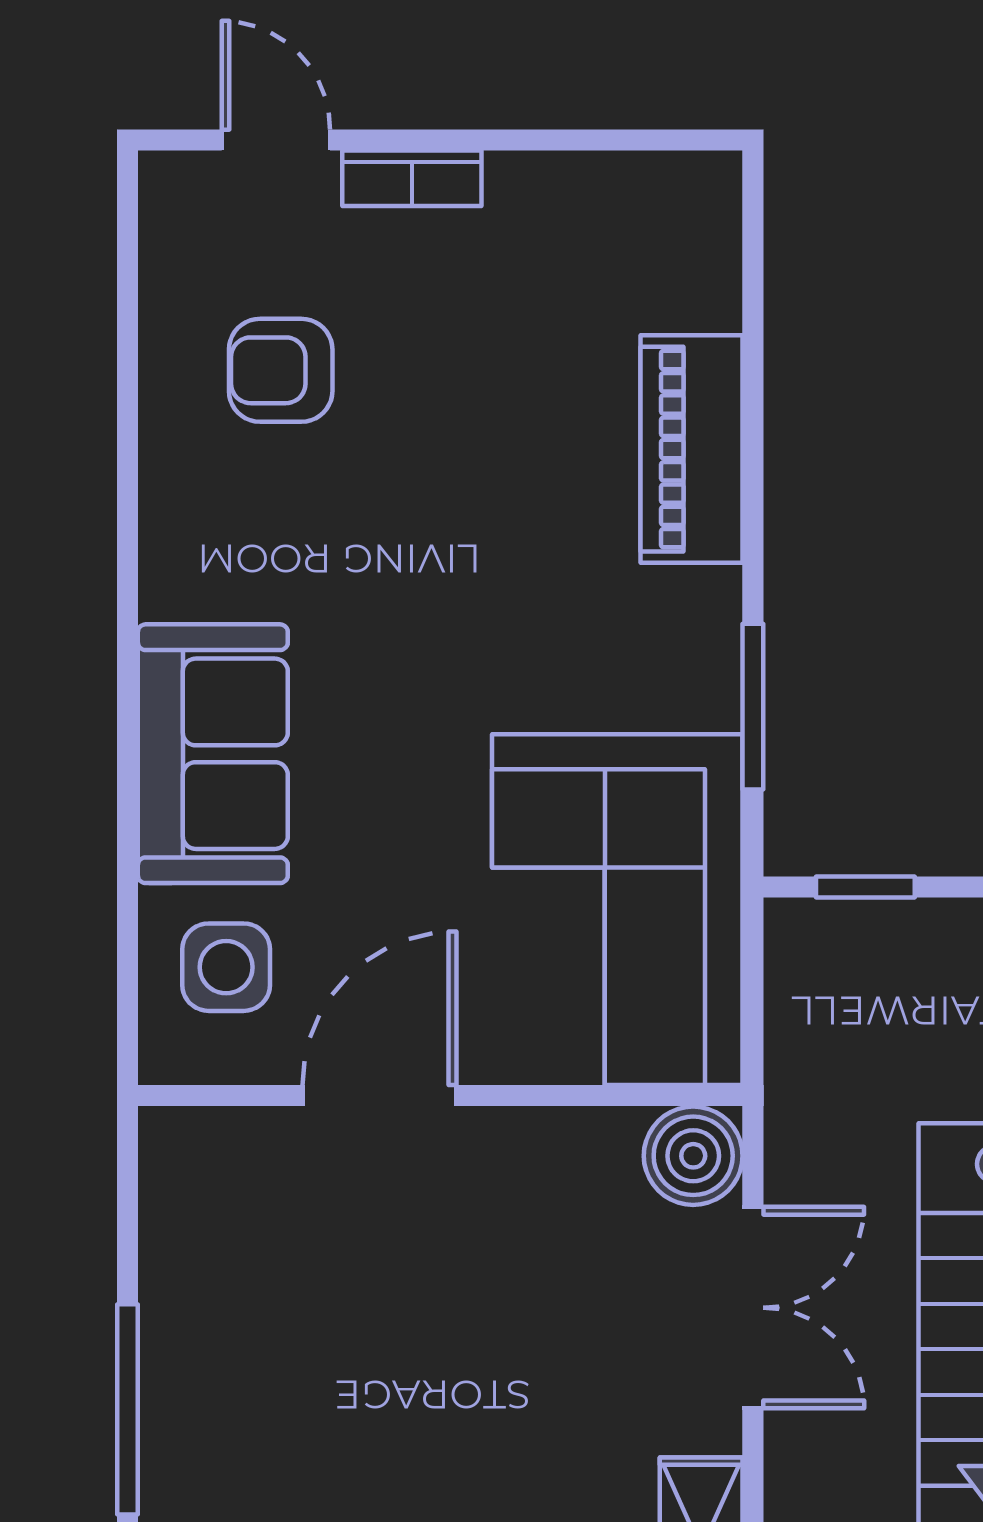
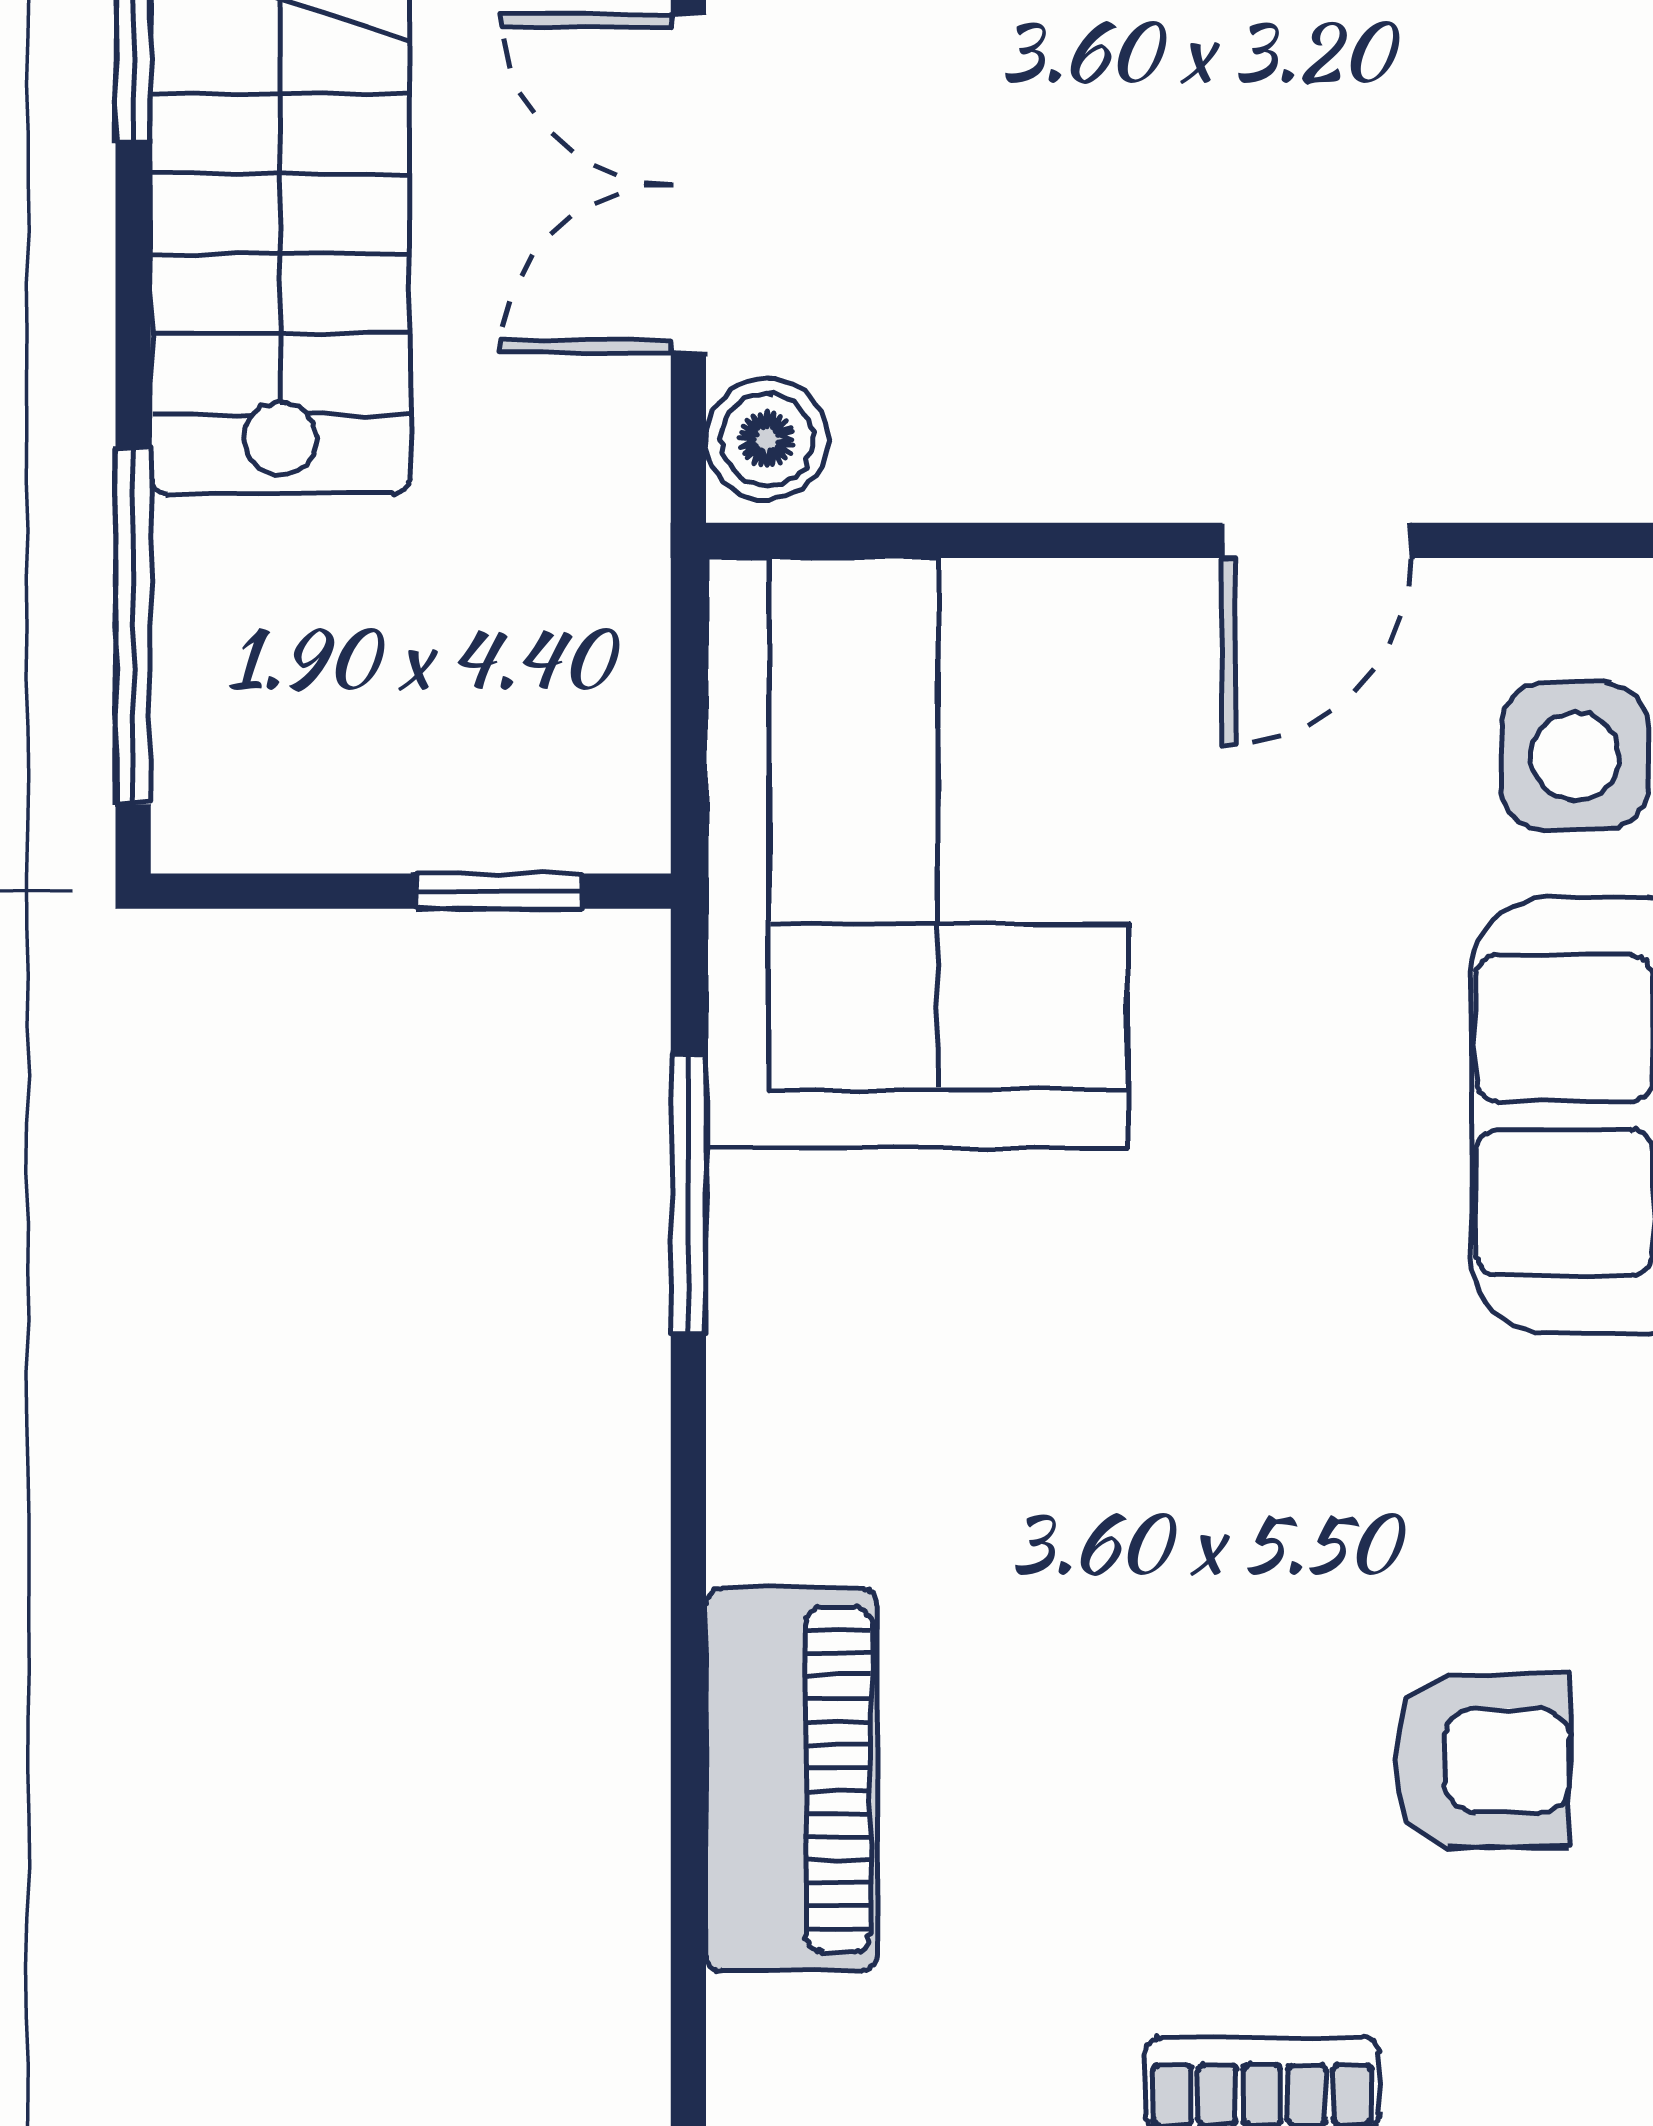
piano: (692, 449) -> (792, 1779), moved
door: (380, 1096) -> (1316, 540), width x0.73
boiler: (693, 1156) -> (767, 439), width x0.73, depth x0.73

